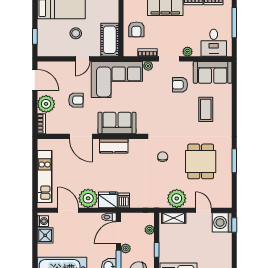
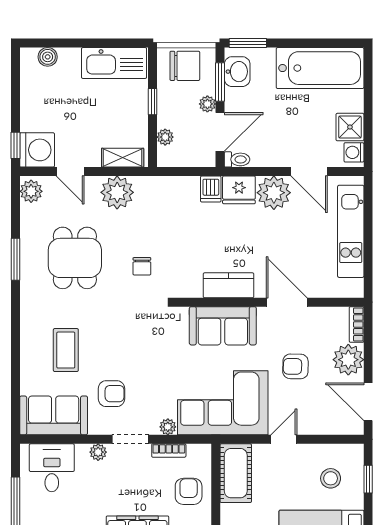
stool: (76, 33) -> (331, 478), moved
plant: (225, 199) -> (31, 191), added

